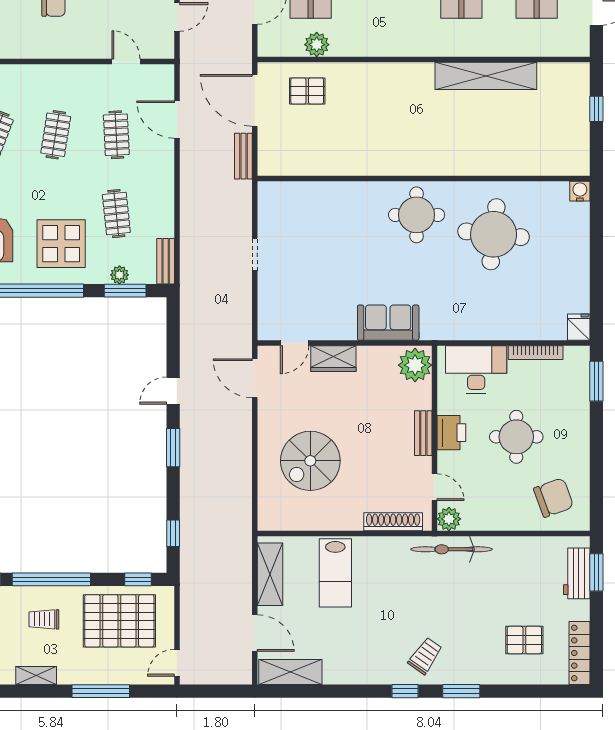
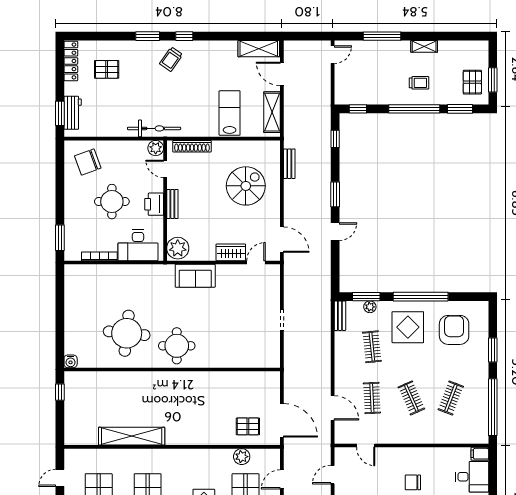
window: (596, 109) -> (60, 392), moved
clothes rail: (56, 135) -> (411, 398), turned -33
bench: (243, 156) -> (289, 164), moved
fridge: (579, 327) -> (71, 273), removed
pallet: (119, 621) -> (370, 82), removed

